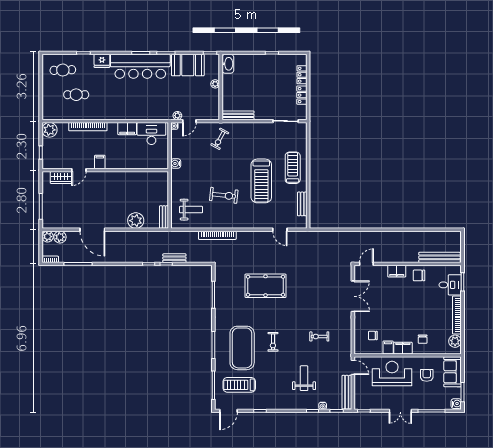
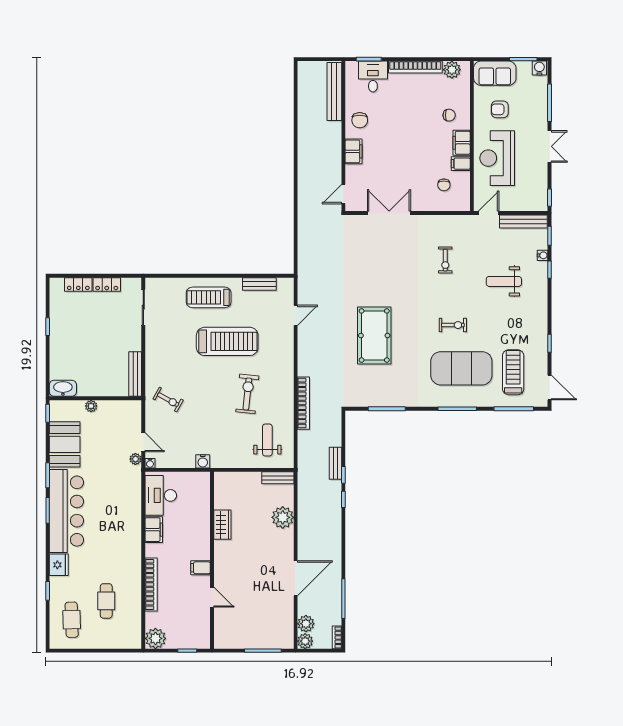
wardrobe: (61, 177) -> (222, 525), moved
door: (366, 264) -> (343, 194), hinge flipped
treadmill: (239, 385) -> (513, 372), turned 180

